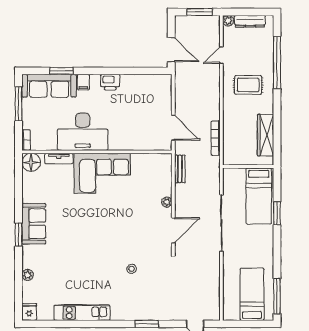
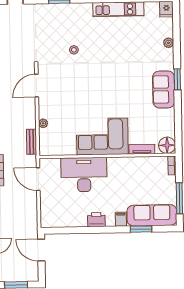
desk: (83, 132) -> (84, 175), moved
plant: (167, 202) -> (43, 123), moved

